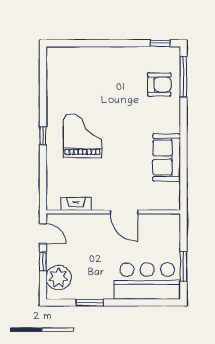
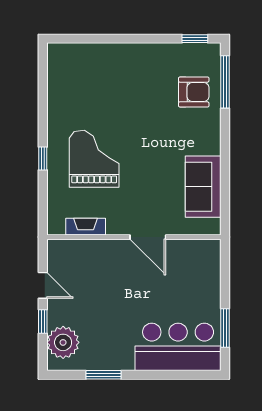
fireplace: (76, 204) -> (86, 227), moved
wall: (113, 212) -> (134, 237), moved
door: (124, 212) -> (148, 237), moved

